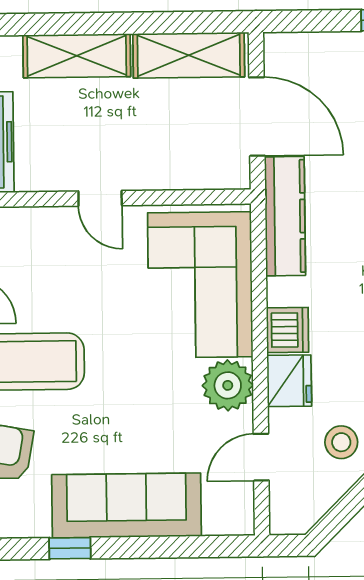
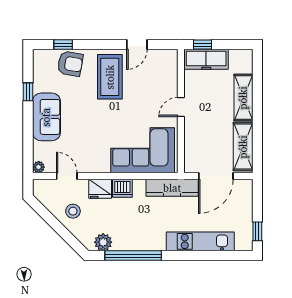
plant: (228, 385) -> (39, 167), moved, width x0.53, depth x0.53
sofa: (126, 505) -> (46, 117), width x0.73

